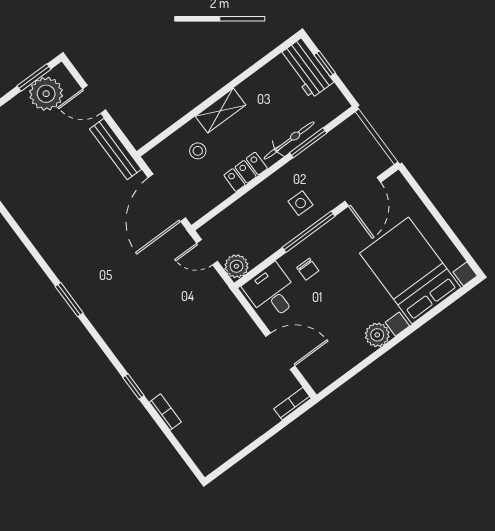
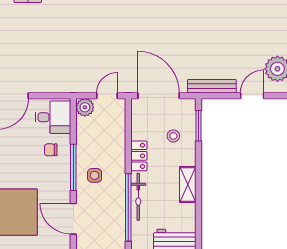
shelving: (220, 111) -> (188, 184), moved
window: (167, 132) -> (199, 126), added
window: (308, 143) -> (128, 207), width x2.11

